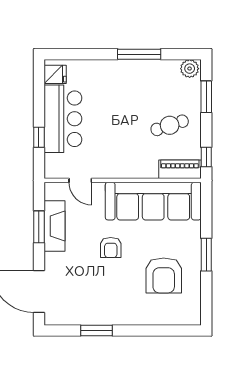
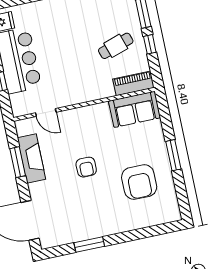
window: (206, 157) -> (150, 44), moved
sofa: (153, 201) -> (134, 109), width x0.54, depth x0.79

